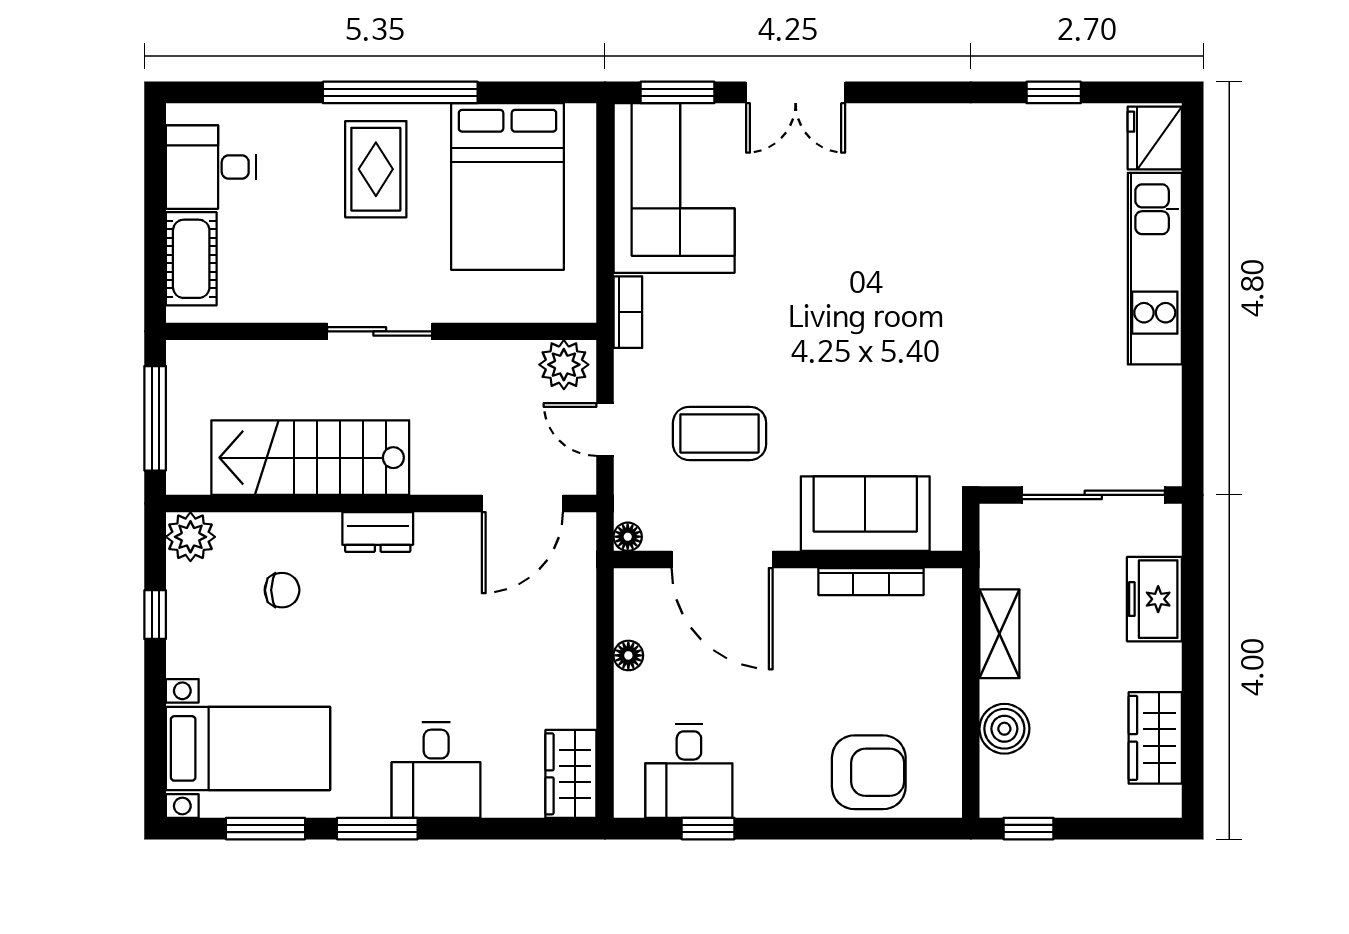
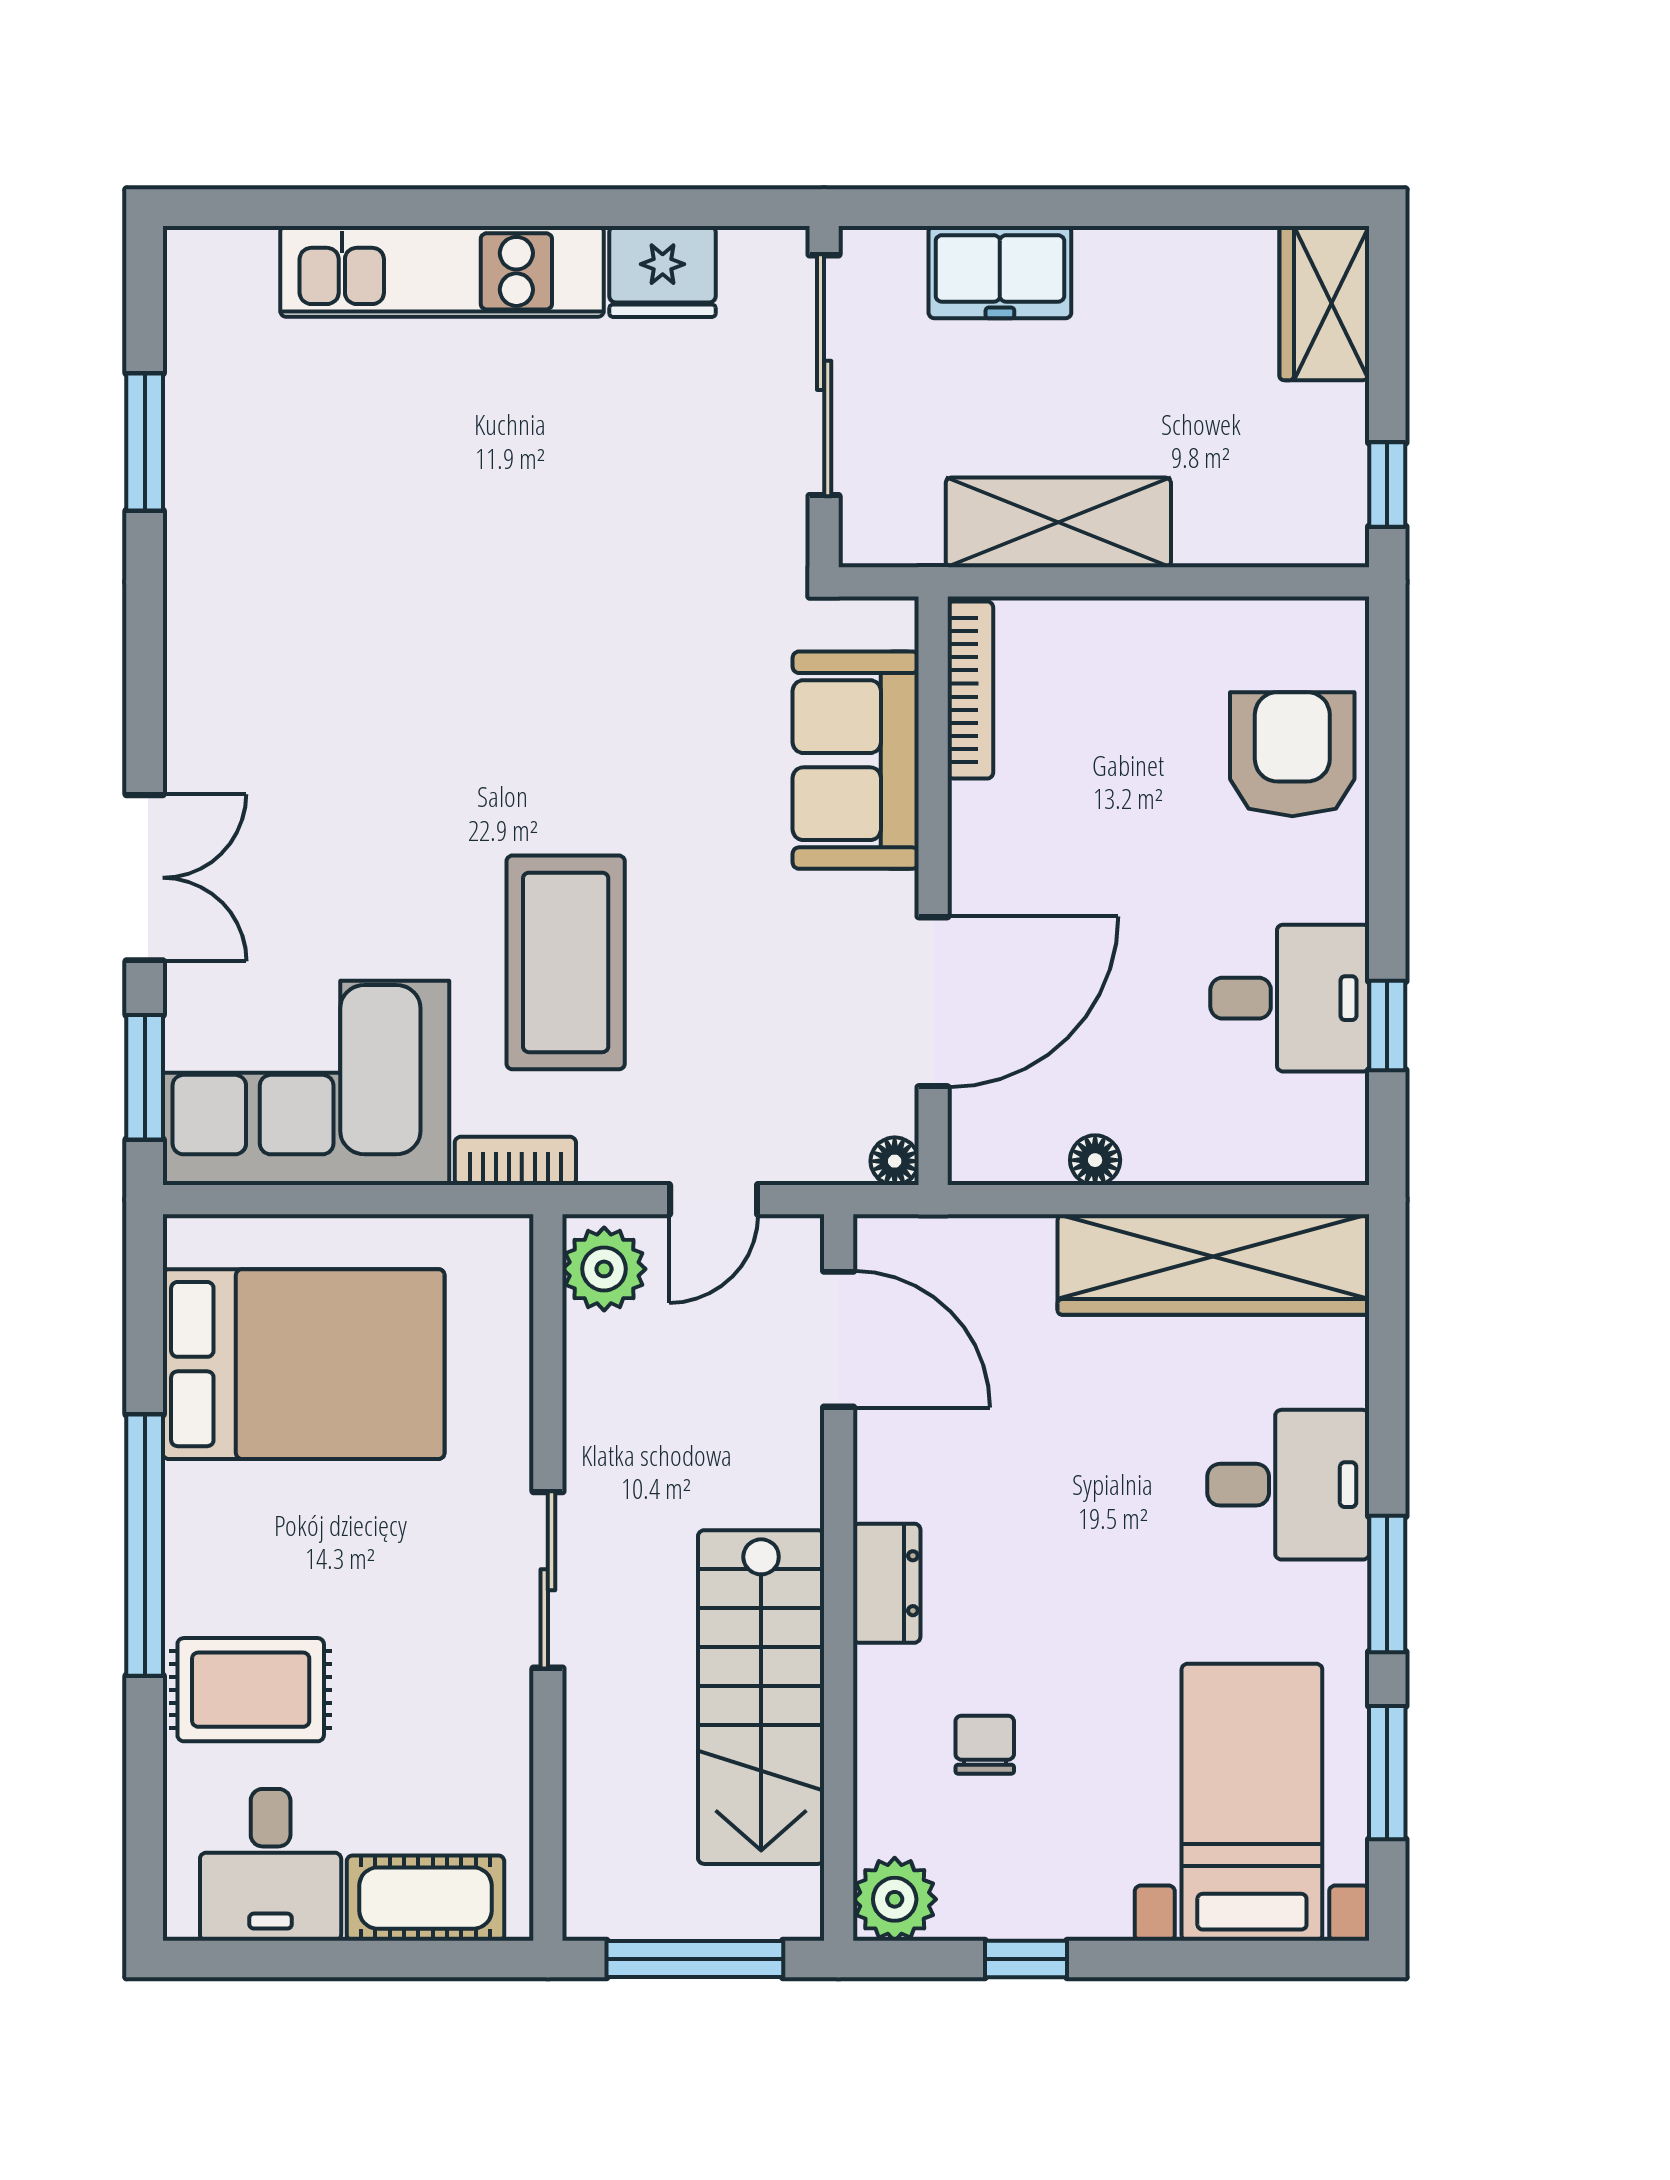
window: (1054, 92) -> (145, 442), width x1.50
fridge: (1155, 138) -> (663, 271), moved
rug: (376, 169) -> (251, 1690), moved
coffee table: (720, 433) -> (566, 962), moved, width x1.36, depth x1.32
bookcase: (871, 582) -> (970, 690), moved
shelving: (999, 634) -> (1058, 522), width x1.50, depth x1.33
boiler: (1004, 729) -> (1219, 525), removed
wardrobe: (1155, 738) -> (1324, 303), moved, turned 90
desk: (689, 771) -> (1290, 998), moved
wardrobe: (571, 774) -> (1213, 1265), width x2.10, depth x1.17

